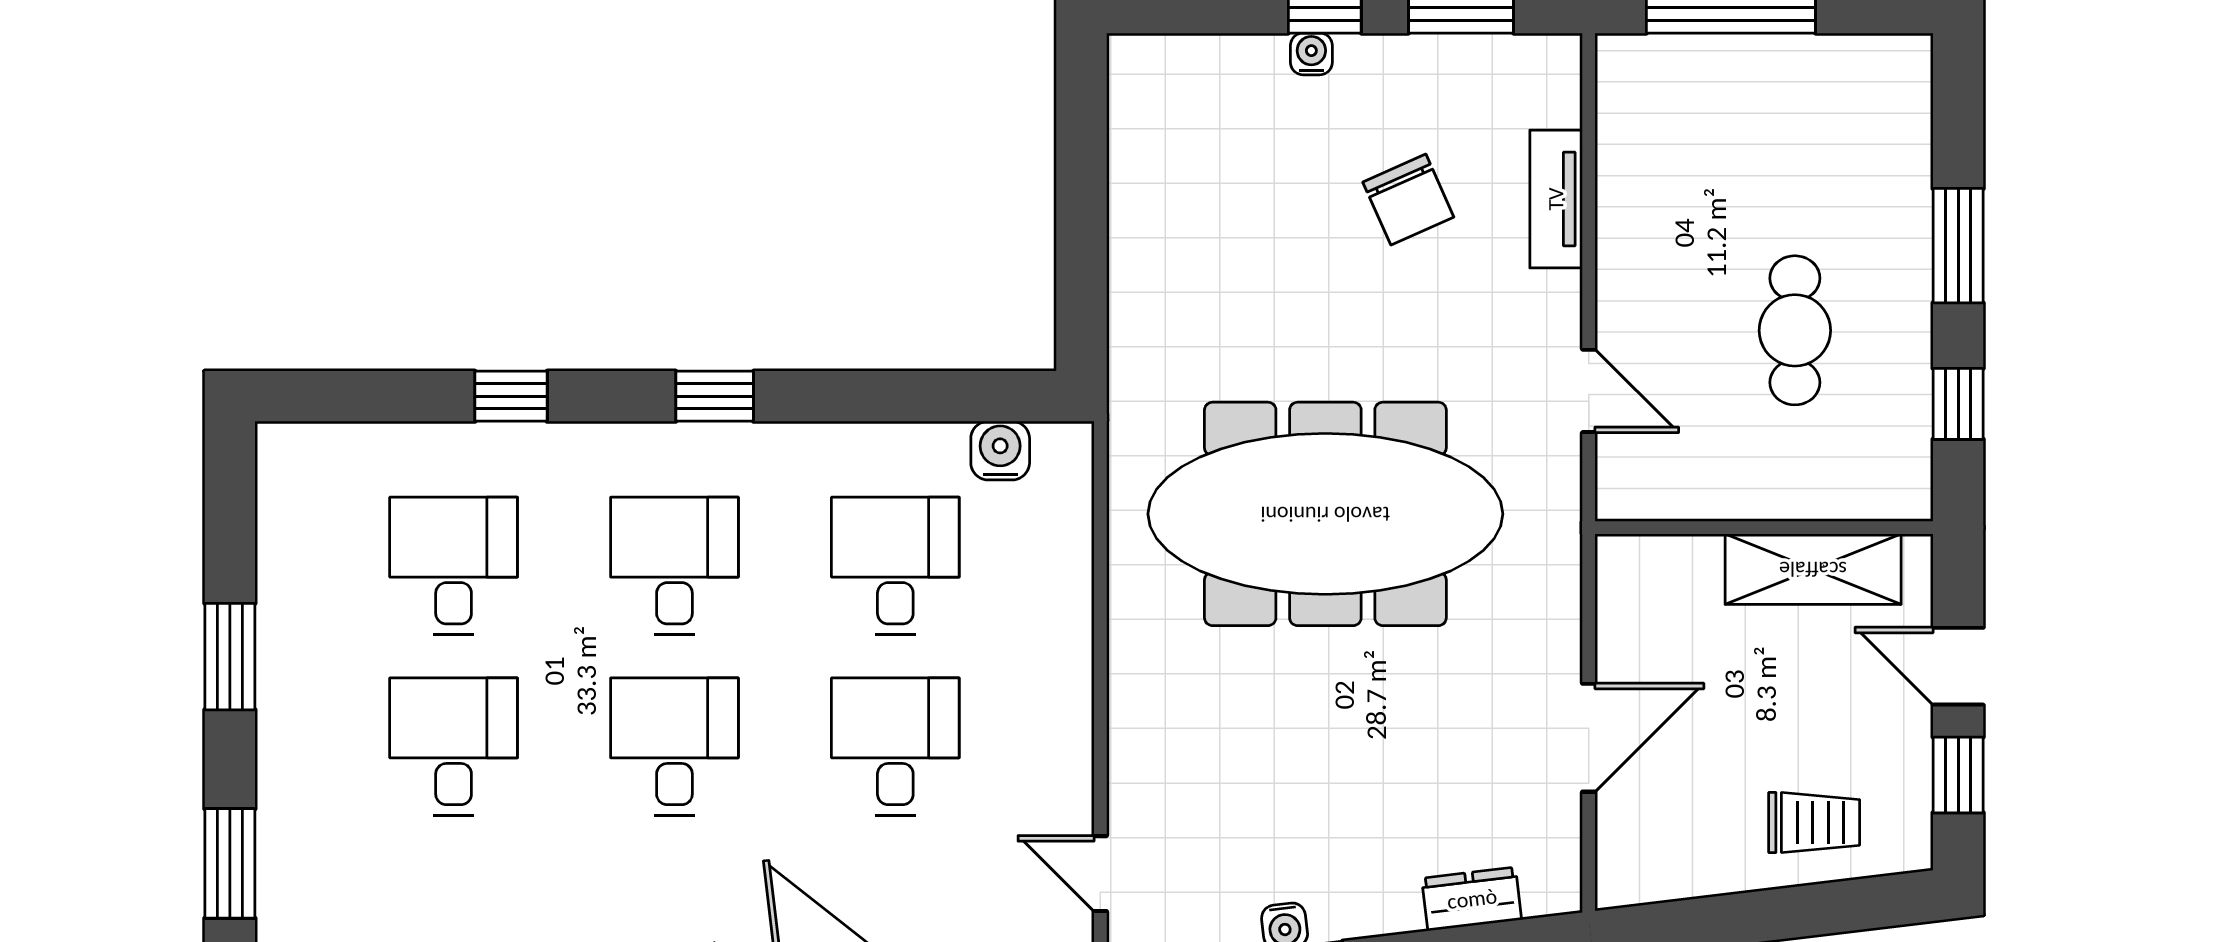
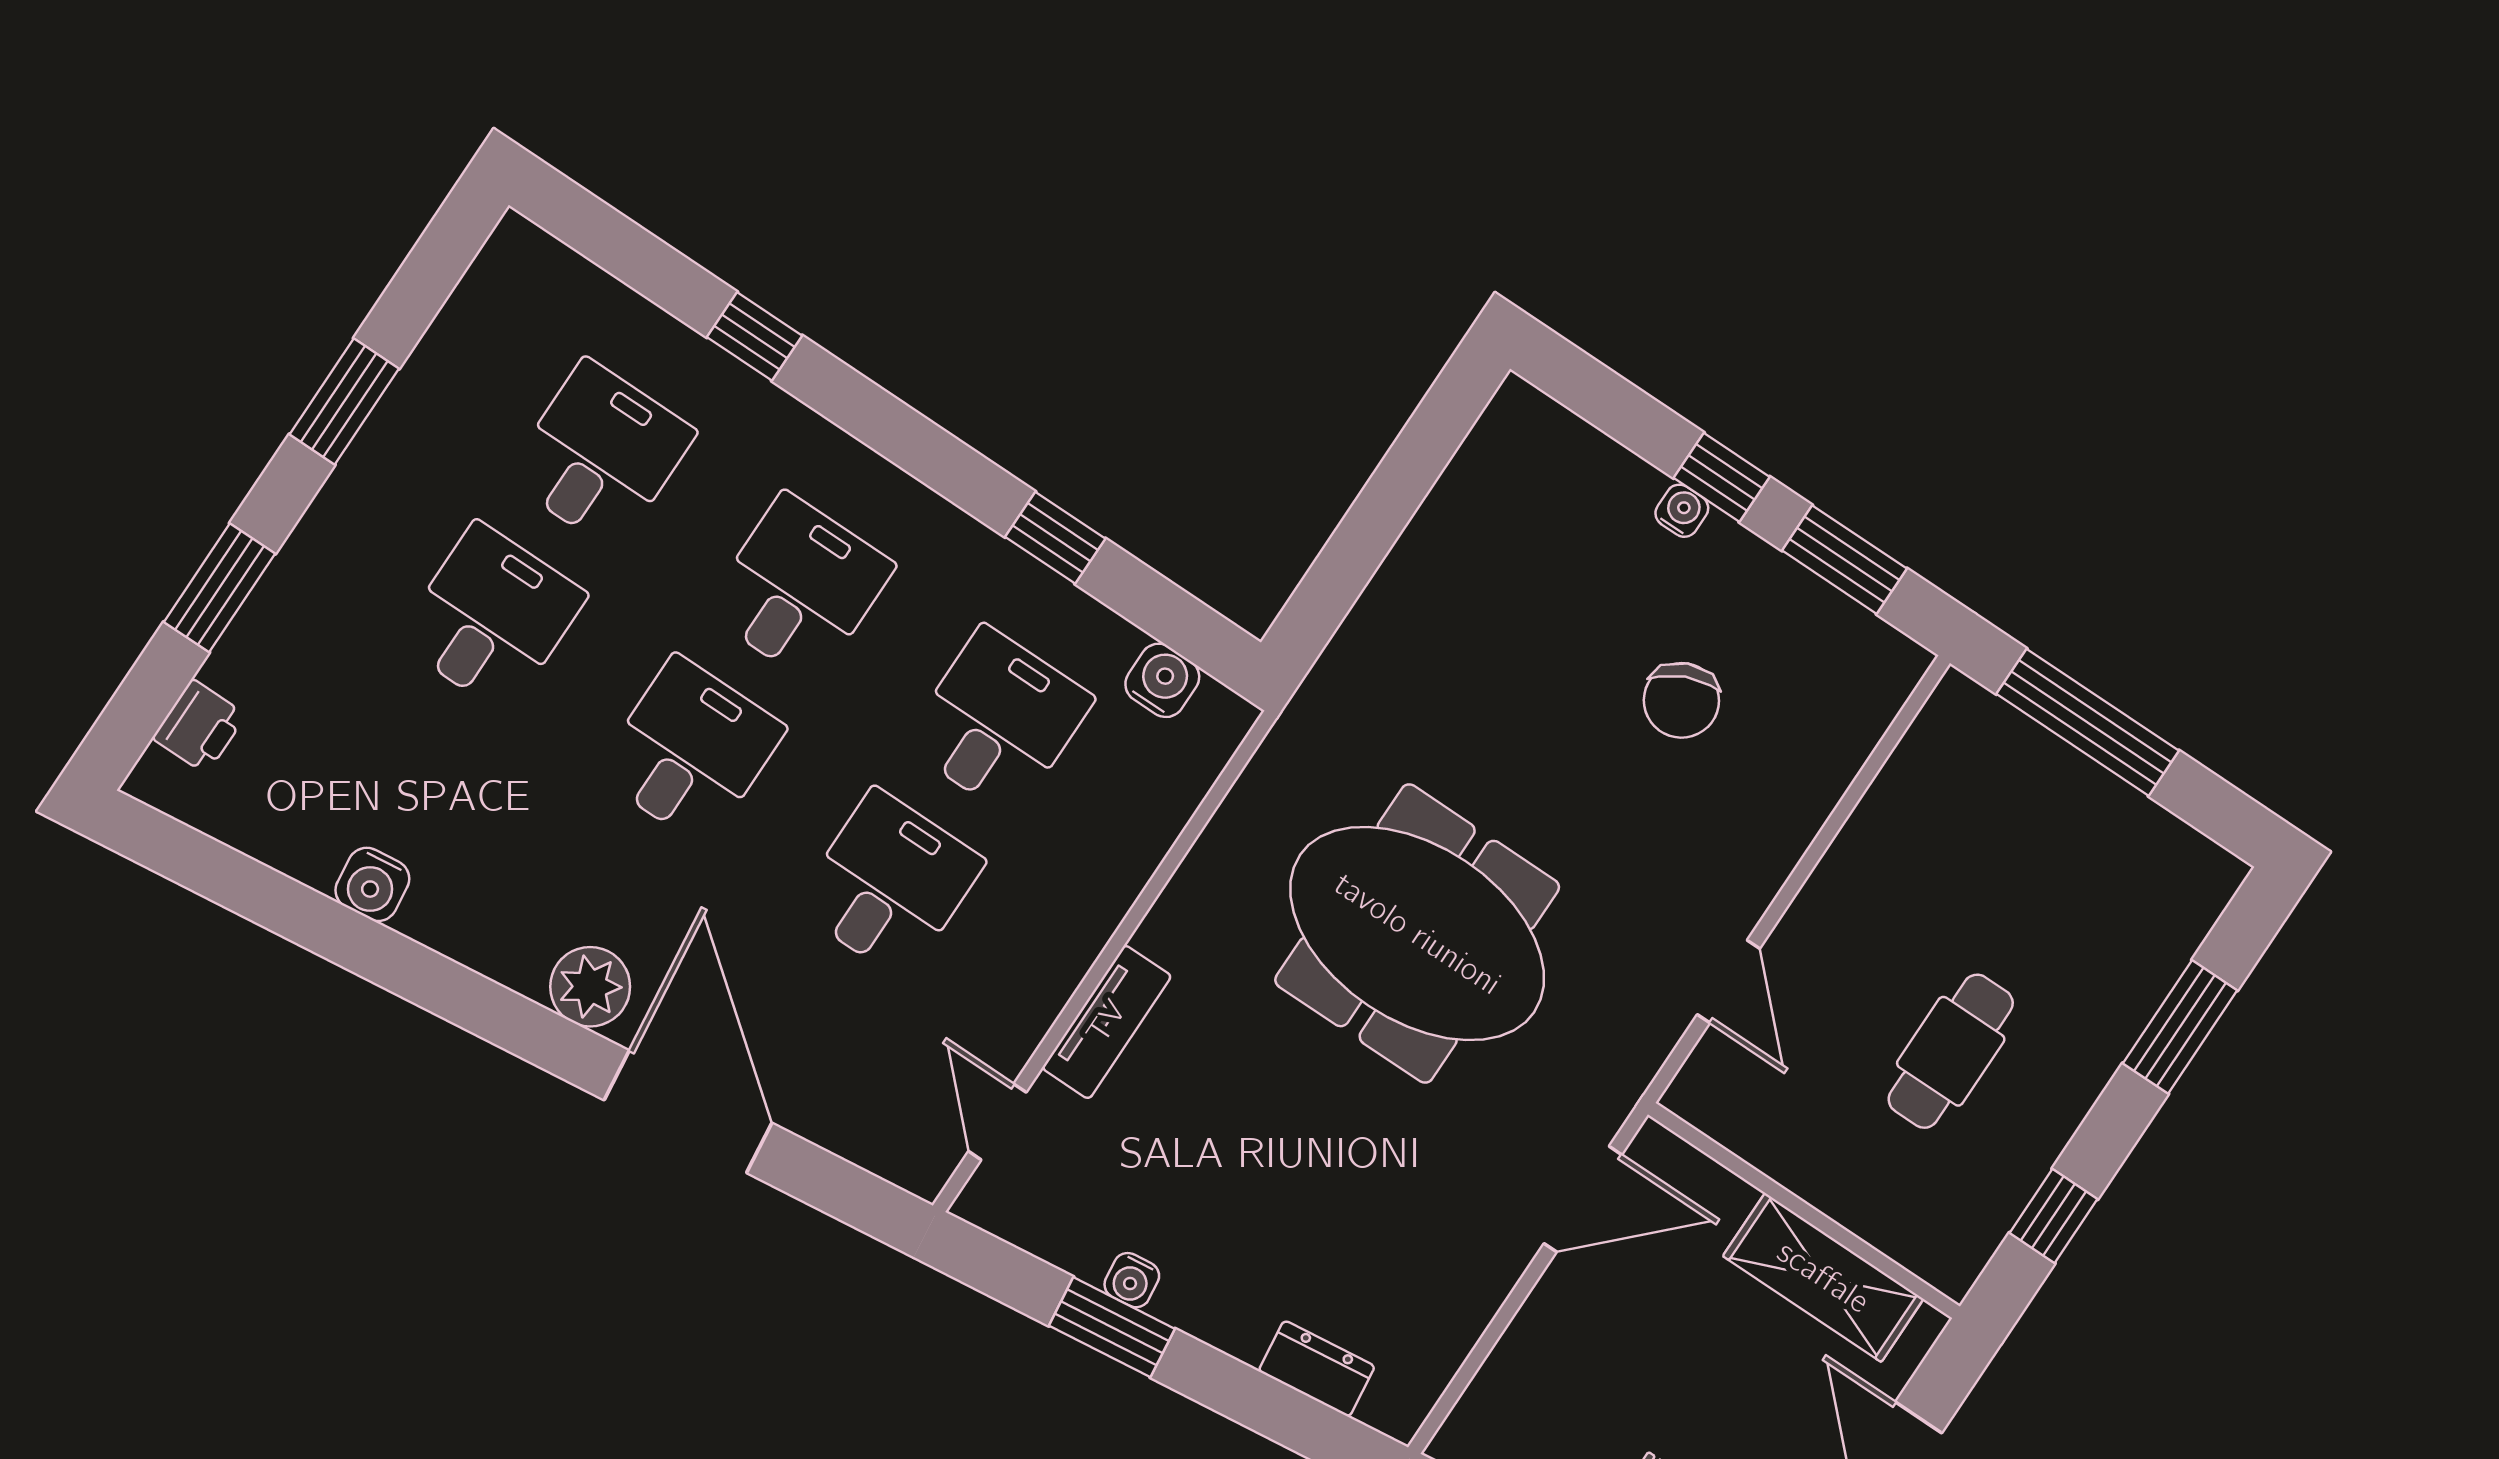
tv unit: (1556, 199) -> (1107, 1022), moved, turned 180
window: (1958, 246) -> (2180, 1027), moved
window: (715, 396) -> (1055, 538), moved
meeting table: (1325, 514) -> (1417, 934), width x0.73
door: (1589, 738) -> (1583, 1199), moved

